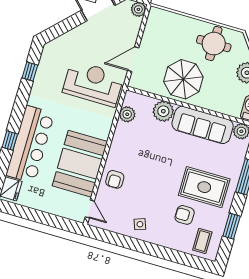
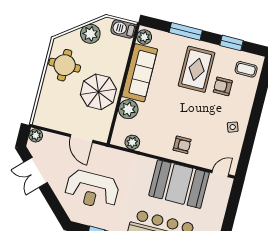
reception desk: (93, 83) -> (92, 190), moved, turned -90
armchair: (115, 179) -> (182, 145), moved
armchair: (185, 215) -> (223, 86), turned 90

